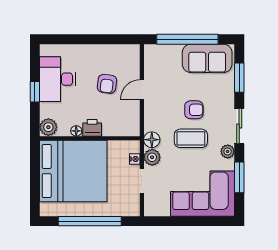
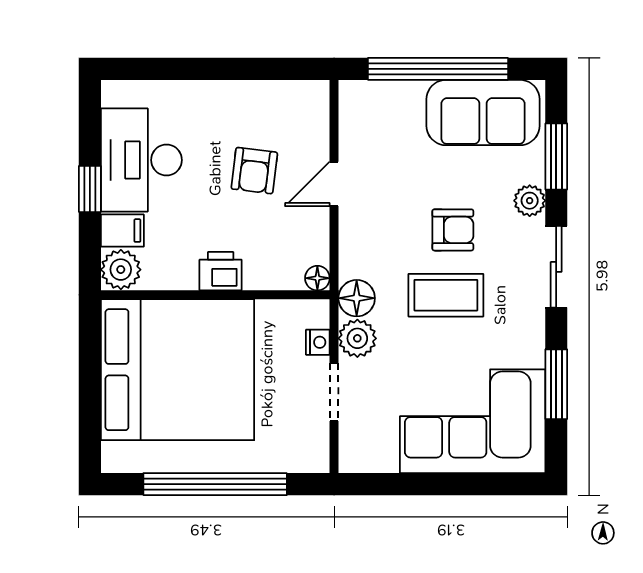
filing cabinet: (49, 110) -> (122, 231), added
floor lamp: (76, 131) -> (317, 278), moved
plant: (228, 151) -> (530, 201), moved

